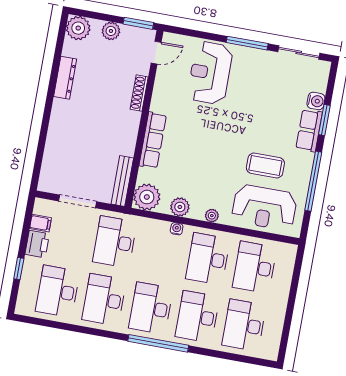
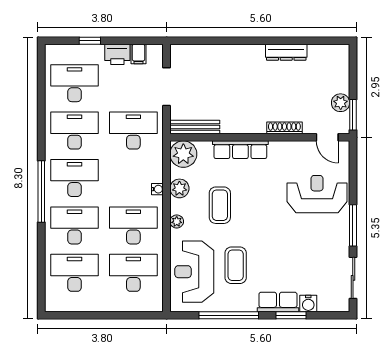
plant: (78, 28) -> (338, 56), removed
plant: (111, 31) -> (341, 103), moved
coffee table: (204, 170) -> (220, 205), added

